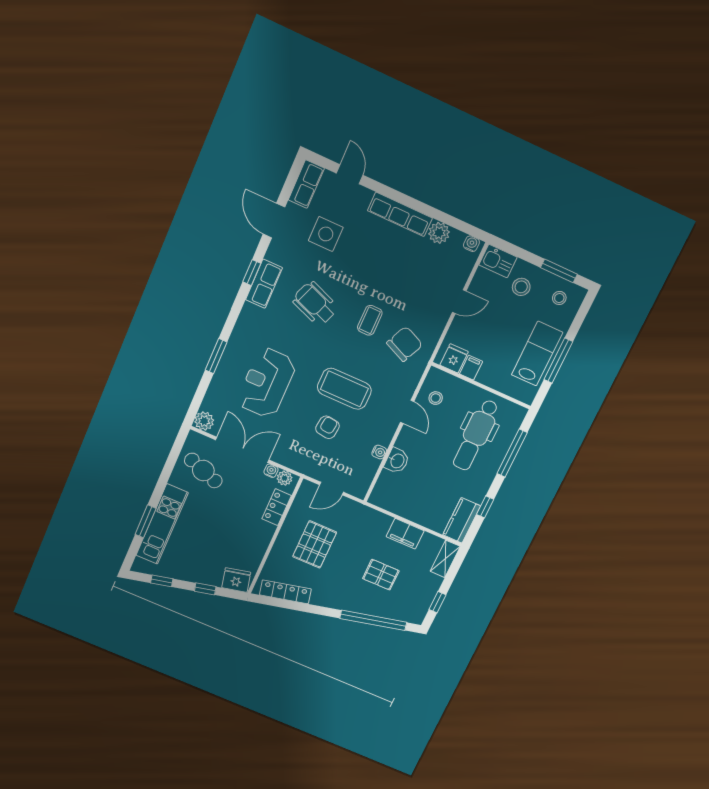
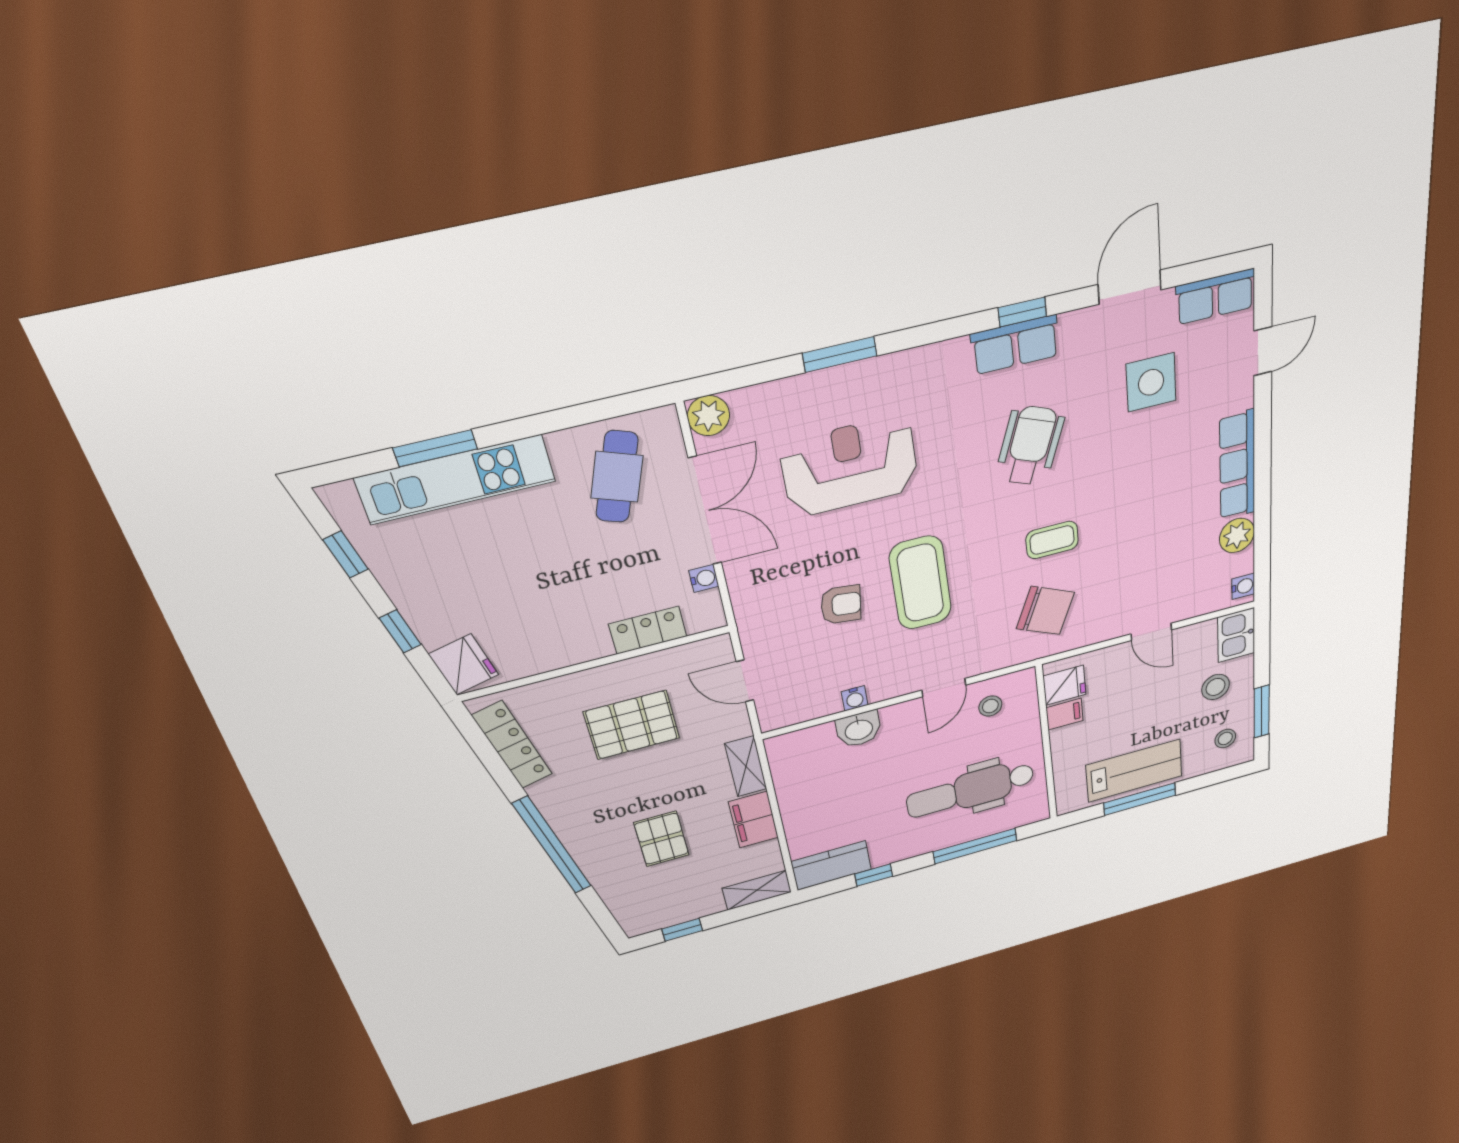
plant: (285, 478) -> (707, 606), removed
shelving: (374, 517) -> (746, 766), added
window: (373, 620) -> (552, 845), moved

